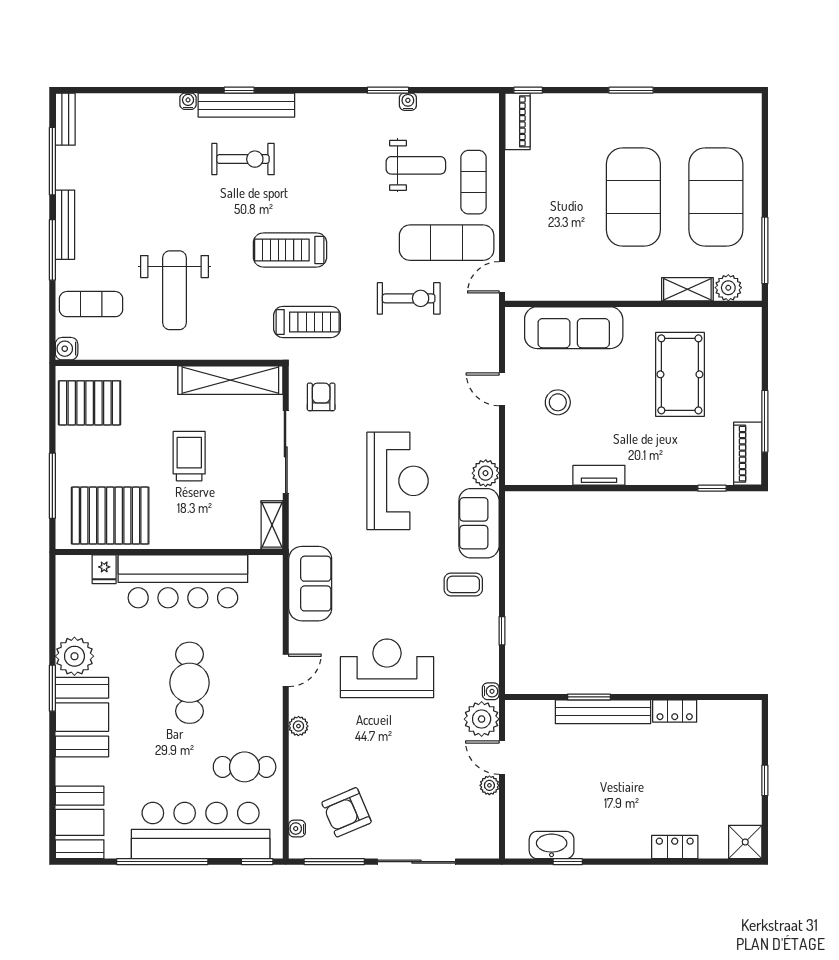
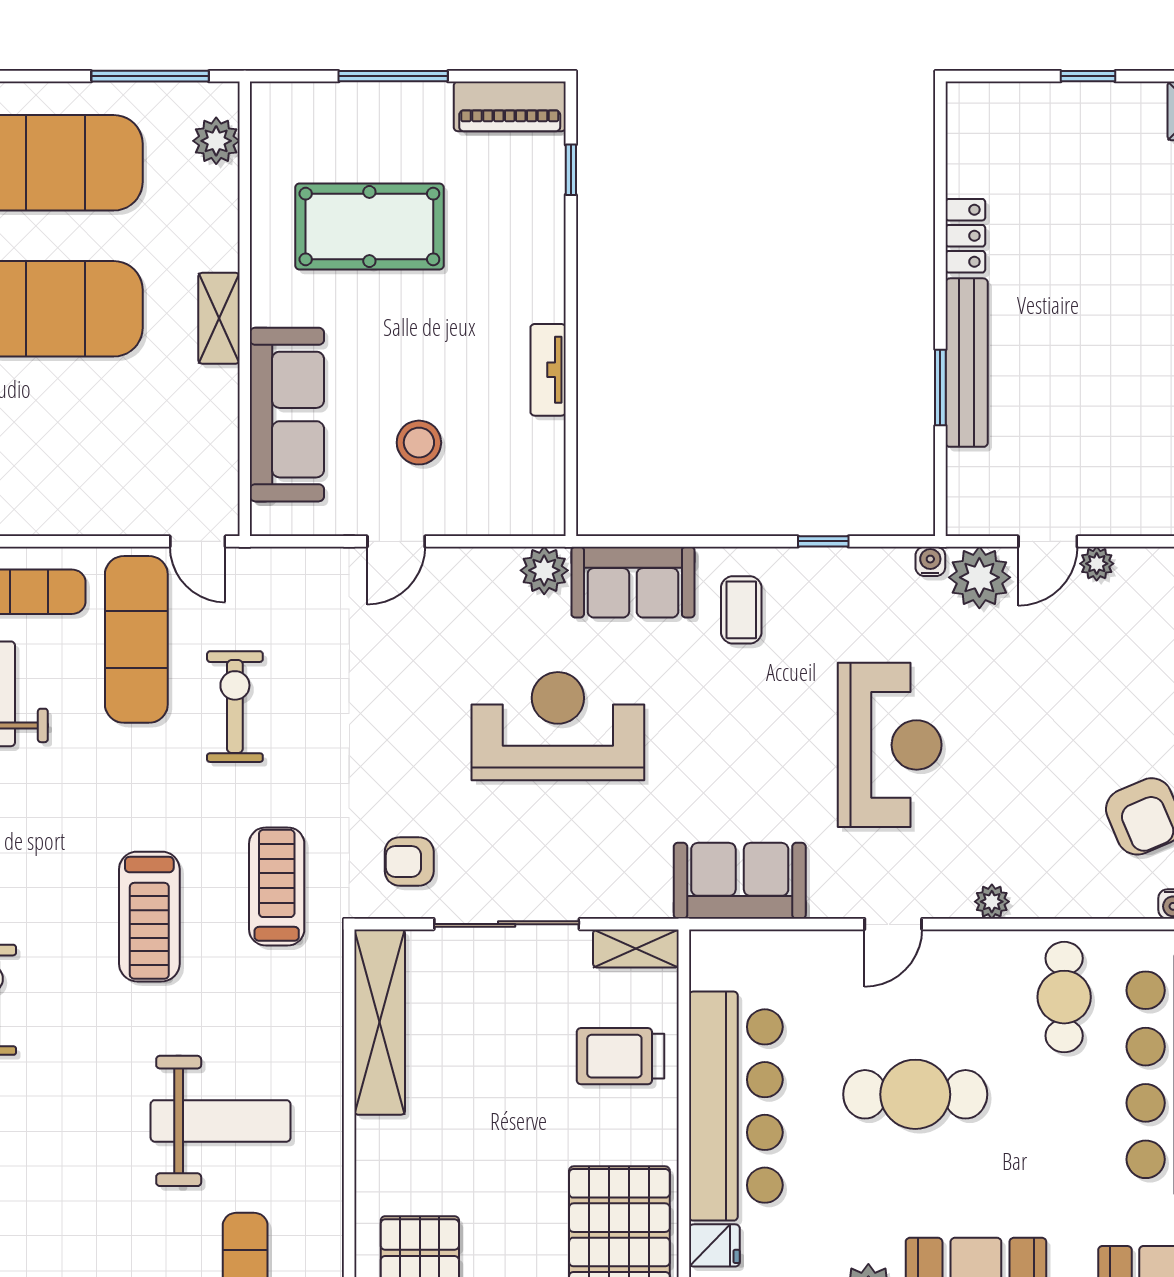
shelving: (687, 289) -> (219, 318), moved
window: (765, 421) -> (393, 76), moved
trolley: (189, 456) -> (621, 1056), moved
reception desk: (387, 668) -> (890, 745), turned 180
door: (286, 670) -> (893, 924), swing flipped

